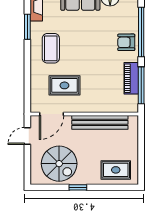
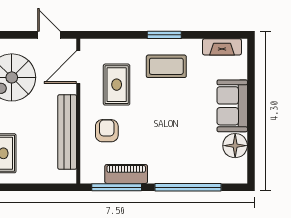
window: (27, 27) -> (164, 35), moved
armchair: (126, 42) -> (107, 131), moved
door: (51, 114) -> (78, 67), hinge flipped

